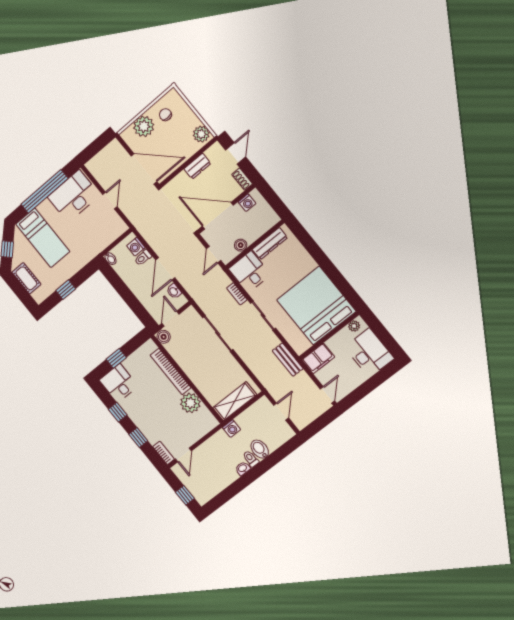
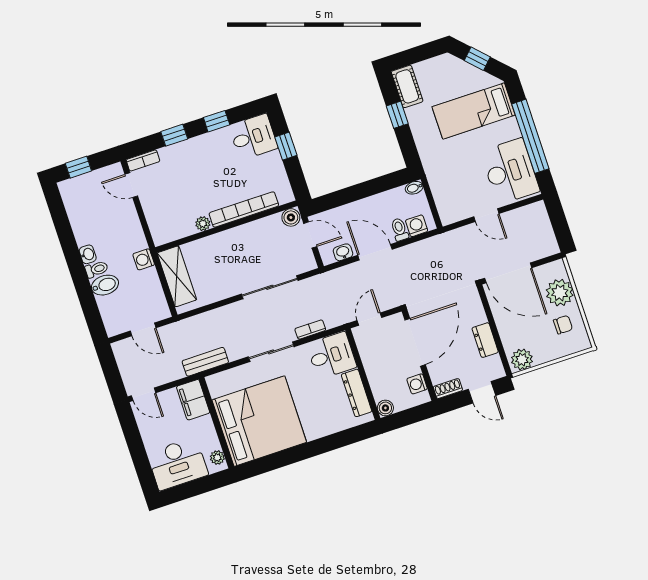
door: (144, 169) -> (508, 273), hinge flipped
boiler: (241, 245) -> (385, 408), moved
door: (214, 255) -> (369, 319), hinge flipped
cot: (26, 278) -> (407, 86), moved, turned 90
plant: (190, 403) -> (203, 224), width x0.53, depth x0.53

